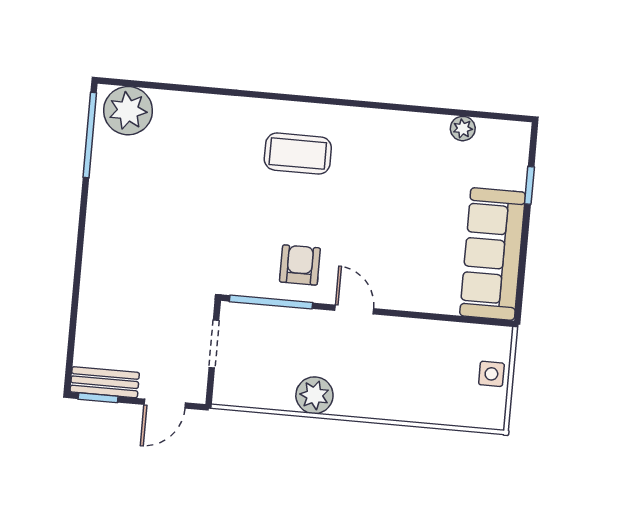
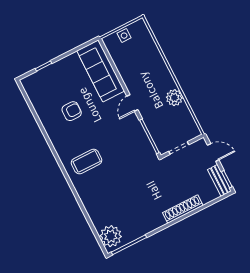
plant: (463, 129) -> (38, 105), removed
coffee table: (298, 154) -> (87, 161), turned 90
sofa: (493, 254) -> (101, 71), moved, turned 90
armchair: (300, 265) -> (72, 111), moved, turned 180
shoe rack: (94, 279) -> (183, 209), added

